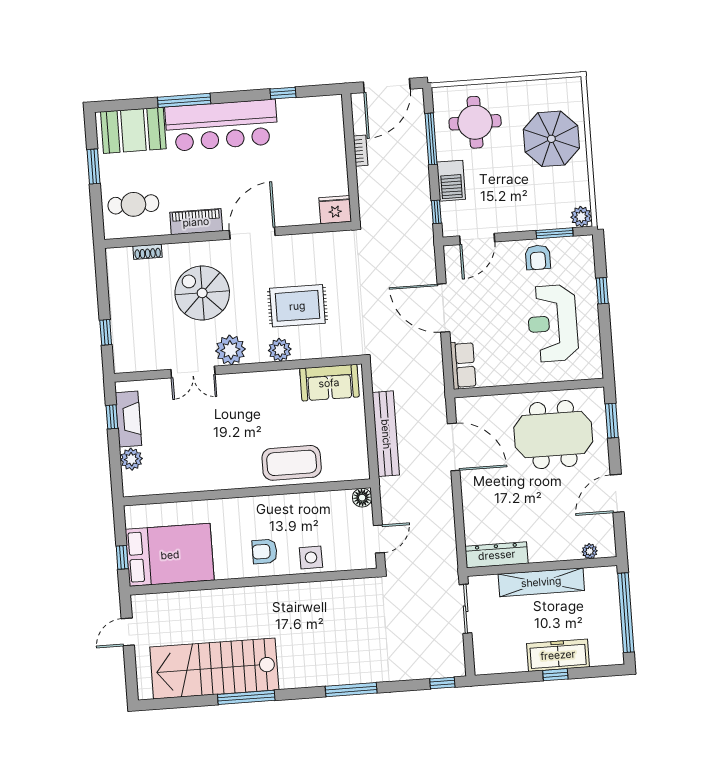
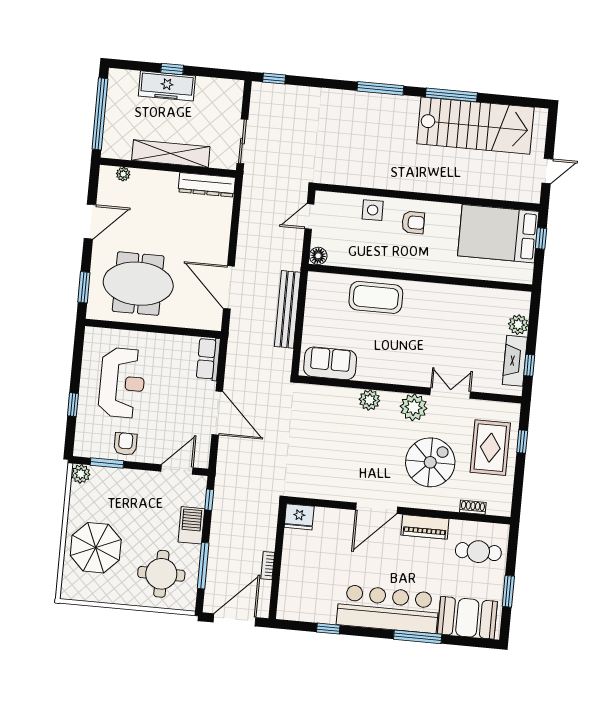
spiral stairs: (202, 293) -> (430, 462), turned -90
rug: (297, 306) -> (490, 448), moved, turned 90
window: (351, 690) -> (380, 88), moved

